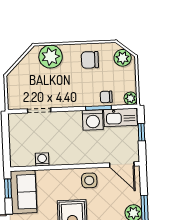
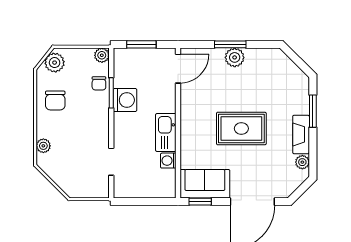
plant: (51, 57) -> (43, 146), width x0.53, depth x0.53
kitchen sink: (120, 117) -> (166, 132), moved, turned 180
window: (141, 132) -> (141, 44), width x1.50
side table: (89, 180) -> (195, 107), removed

